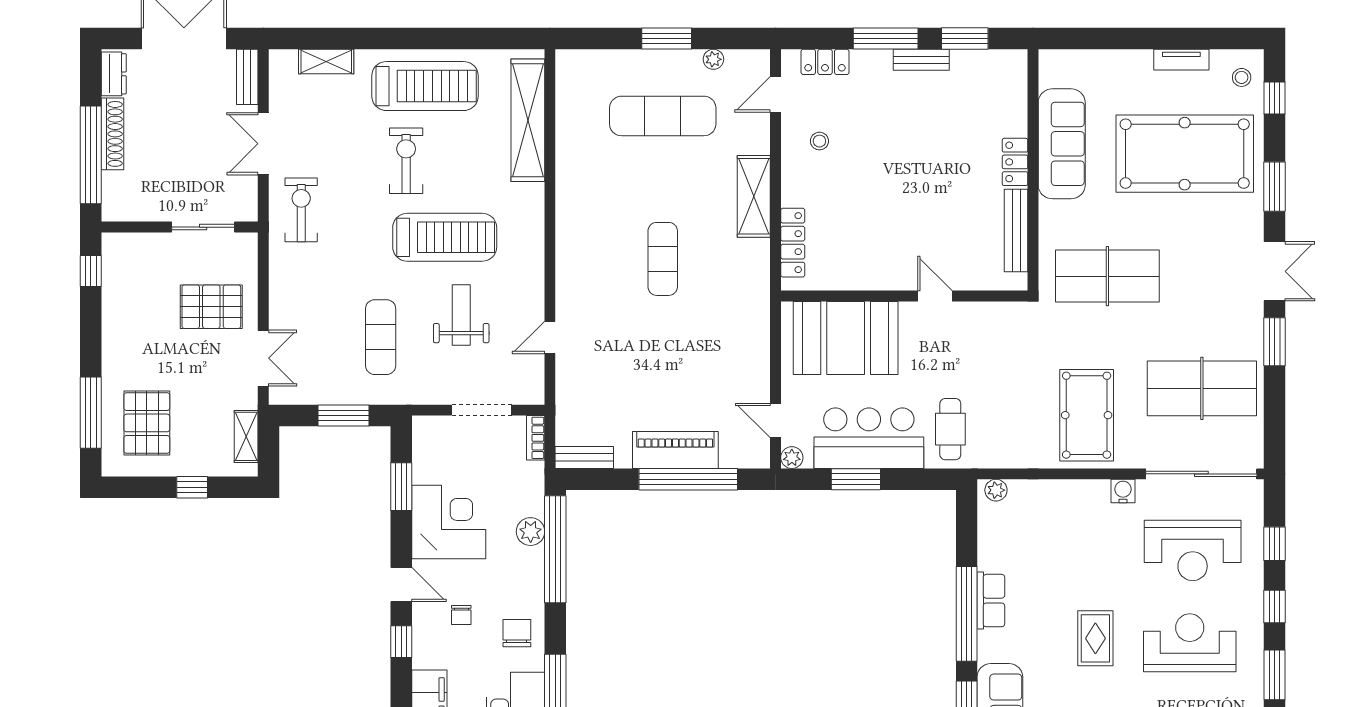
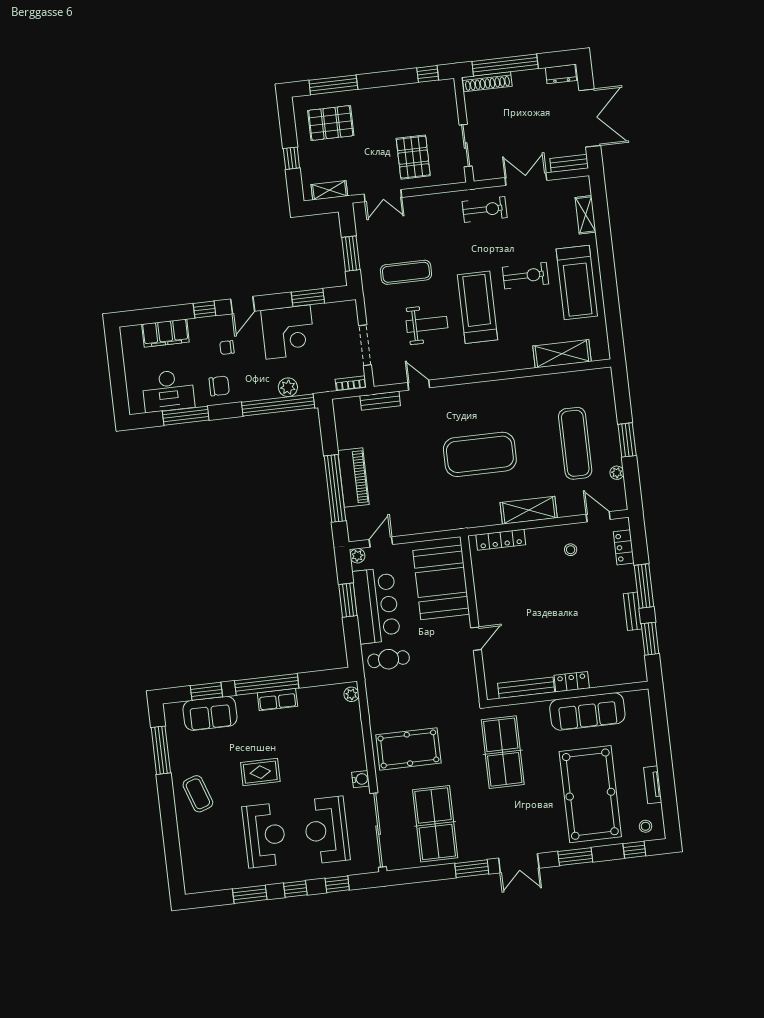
shelving: (528, 120) -> (562, 354), width x0.68
shoe rack: (112, 134) -> (487, 82), moved
treadmill: (445, 237) -> (477, 307), turned 180
exercise mat: (663, 259) -> (480, 454), width x2.00, depth x1.45
bench: (584, 457) -> (380, 401), moved, turned 90

